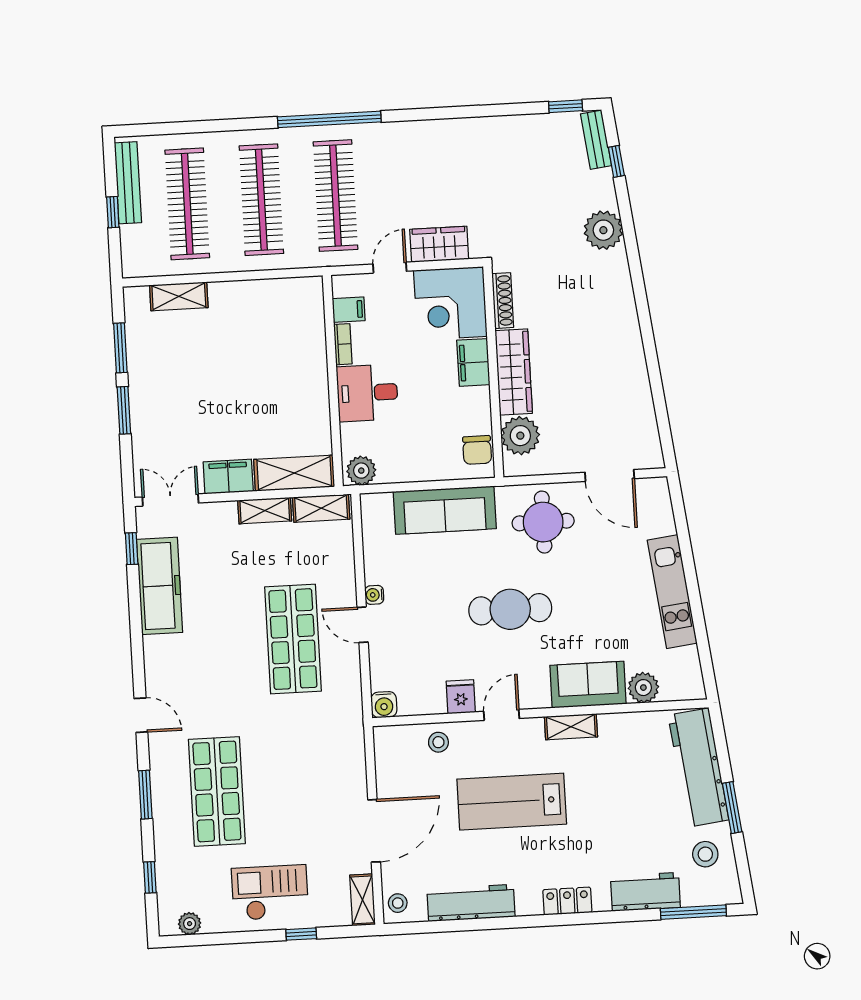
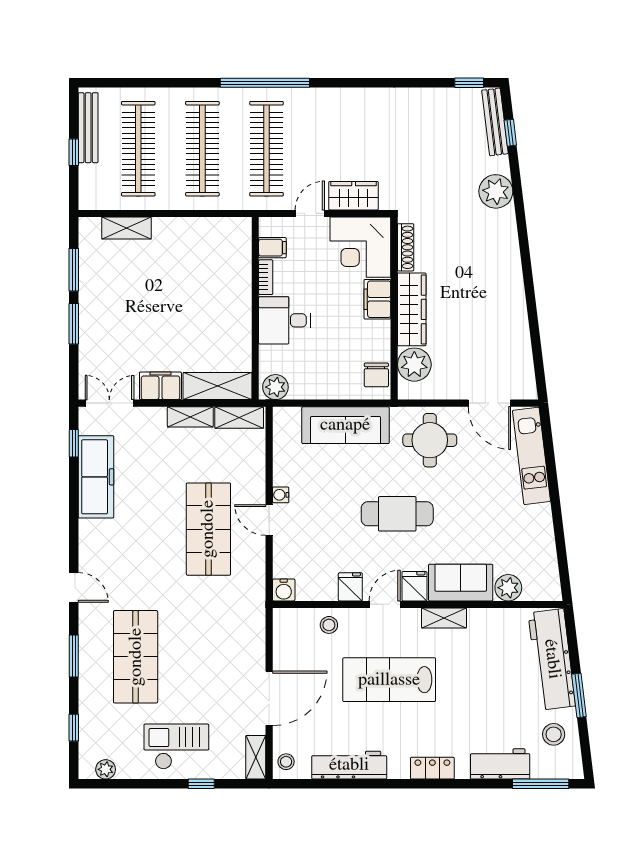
bench: (596, 140) -> (495, 122), width x1.36
kitchen unit: (672, 592) -> (532, 456), moved
fridge: (535, 692) -> (414, 586), added

